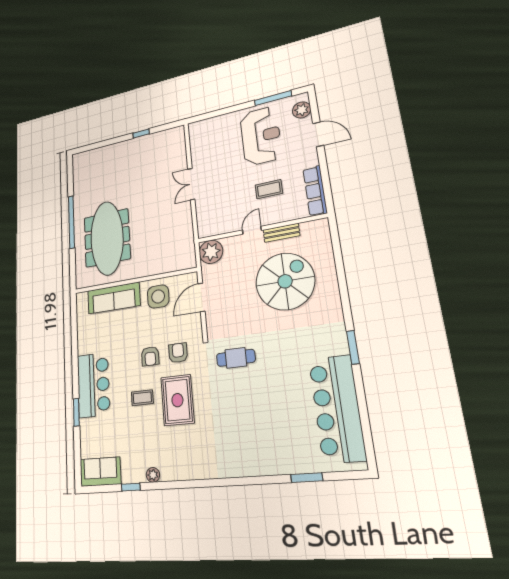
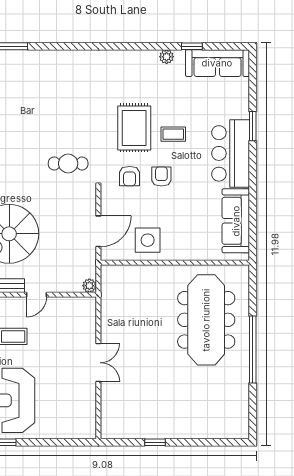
plant: (211, 252) -> (89, 286), width x0.53, depth x0.53
sofa: (114, 298) -> (236, 221), moved, turned -90
sofa: (100, 472) -> (217, 63), width x1.36

